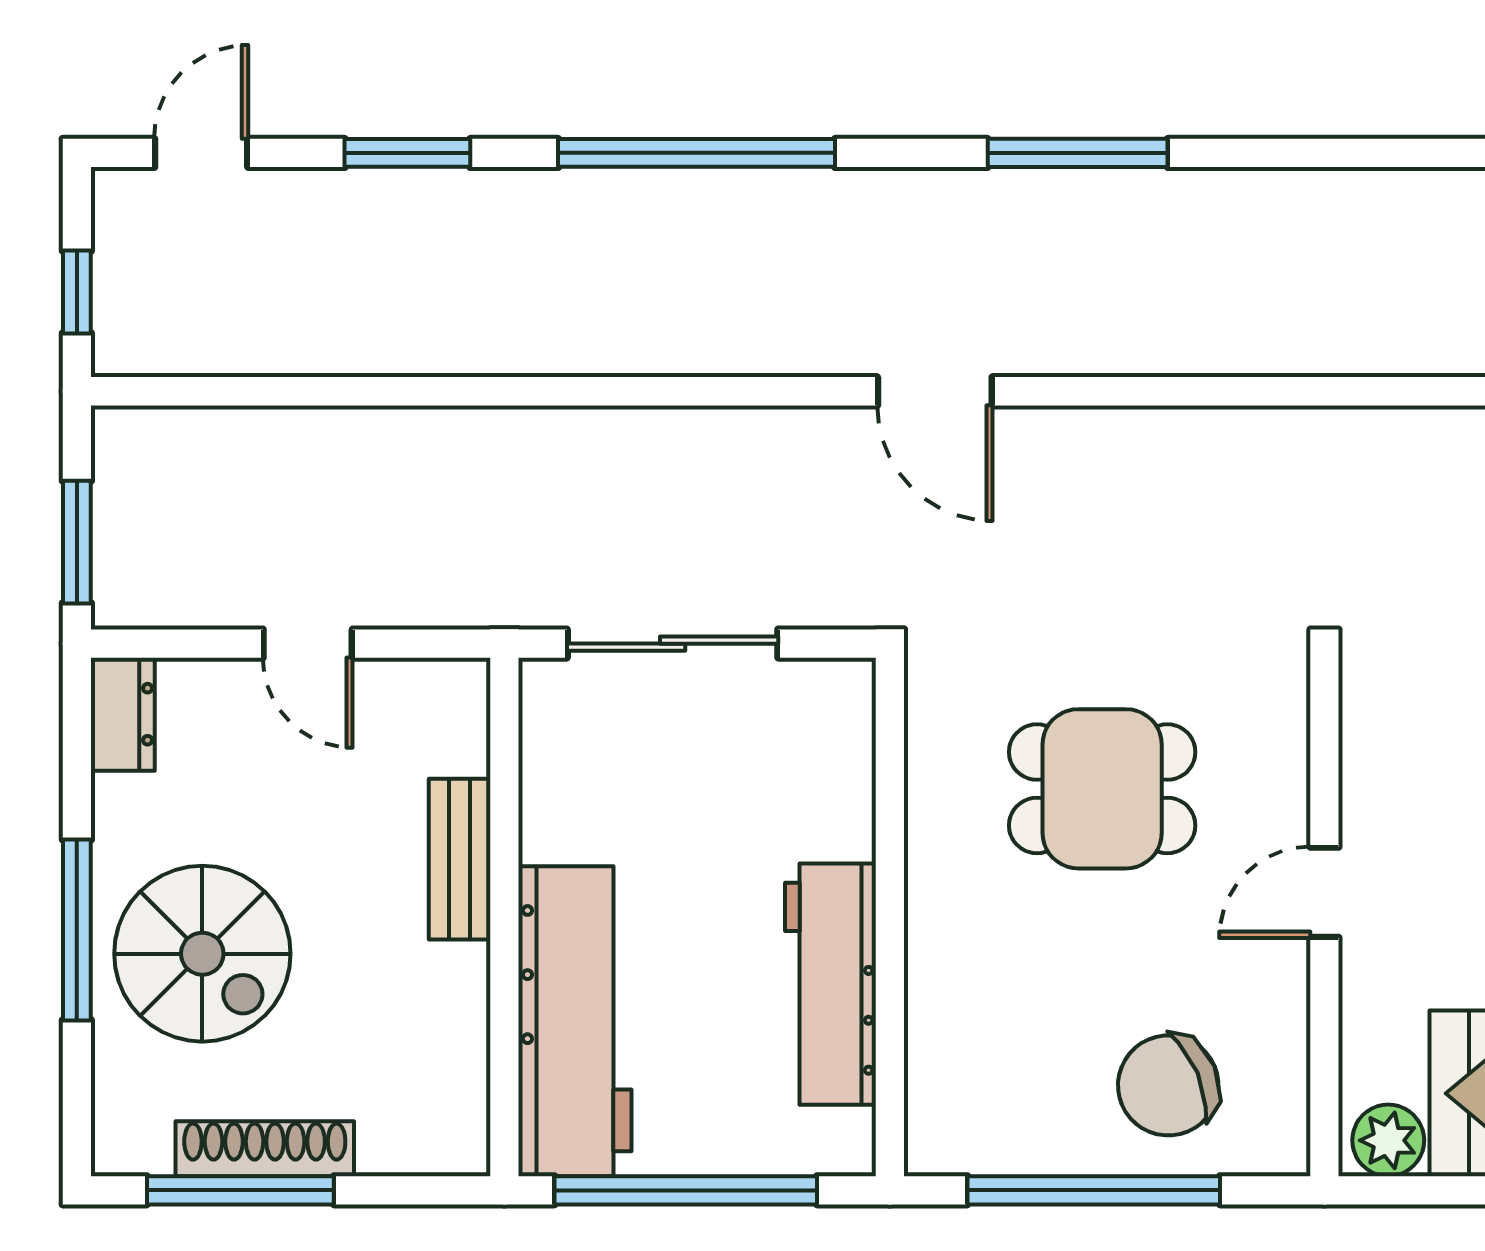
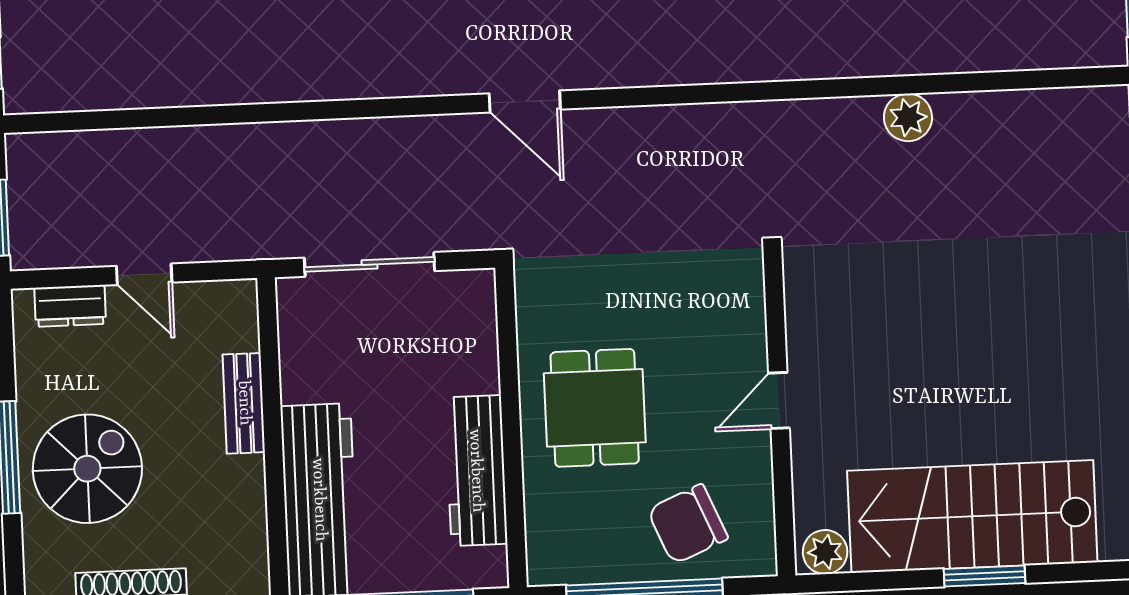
dresser: (123, 714) -> (70, 306), moved, turned 90
dining table: (1102, 789) -> (595, 408), moved, turned 90
spiral stairs: (202, 954) -> (87, 469), turned -90

